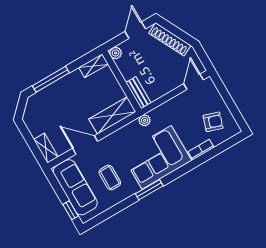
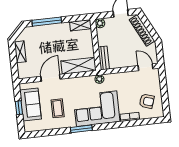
door: (194, 82) -> (145, 67), hinge flipped
door: (85, 145) -> (51, 78), hinge flipped
shelving: (46, 148) -> (20, 52), moved
sofa: (75, 187) -> (30, 104), width x0.73
window: (70, 210) -> (19, 108), moved

